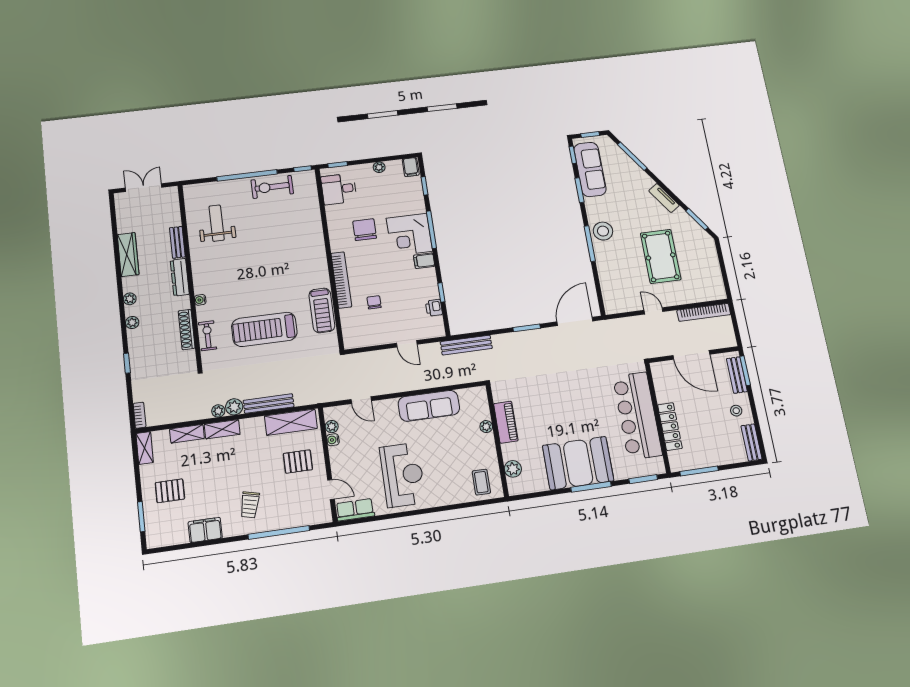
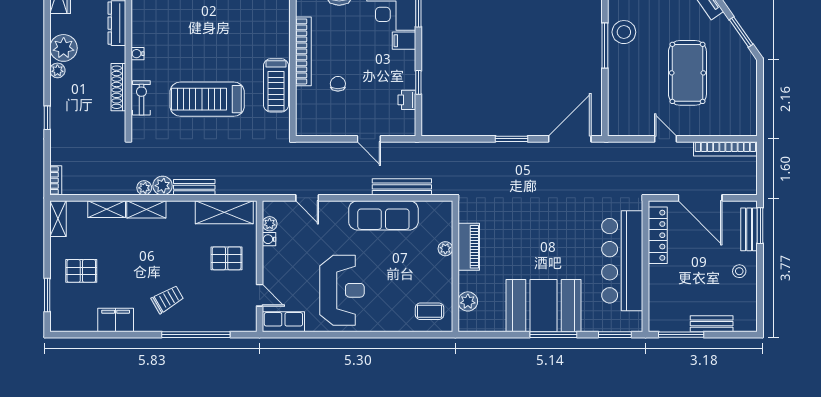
plant: (130, 299) -> (64, 48), width x1.87, depth x1.87
bench: (466, 345) -> (402, 187), moved
bench: (269, 404) -> (194, 187), width x0.73
locker: (670, 427) -> (658, 235), moved
bench: (751, 442) -> (712, 324), moved, turned 90
coffee table: (481, 482) -> (430, 311), turned 90
trolley: (250, 505) -> (167, 299), turned -134

